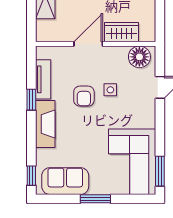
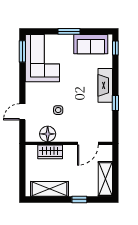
door: (88, 44) -> (88, 143), moved
floor lamp: (139, 57) -> (48, 134), moved
tv unit: (43, 79) -> (107, 118), removed
armchair: (84, 96) -> (77, 106), removed

